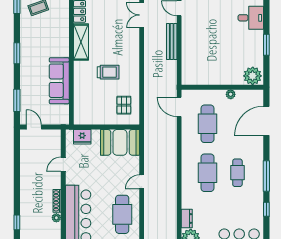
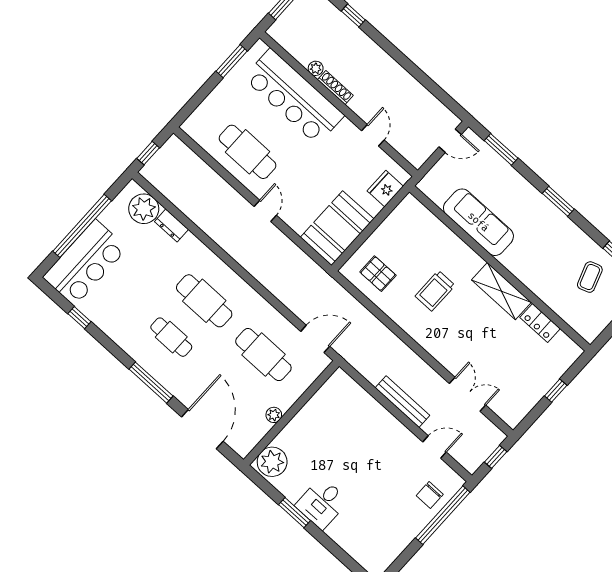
desk: (251, 18) -> (322, 503), moved
window: (266, 176) -> (151, 383), moved
window: (266, 209) -> (79, 318), moved

